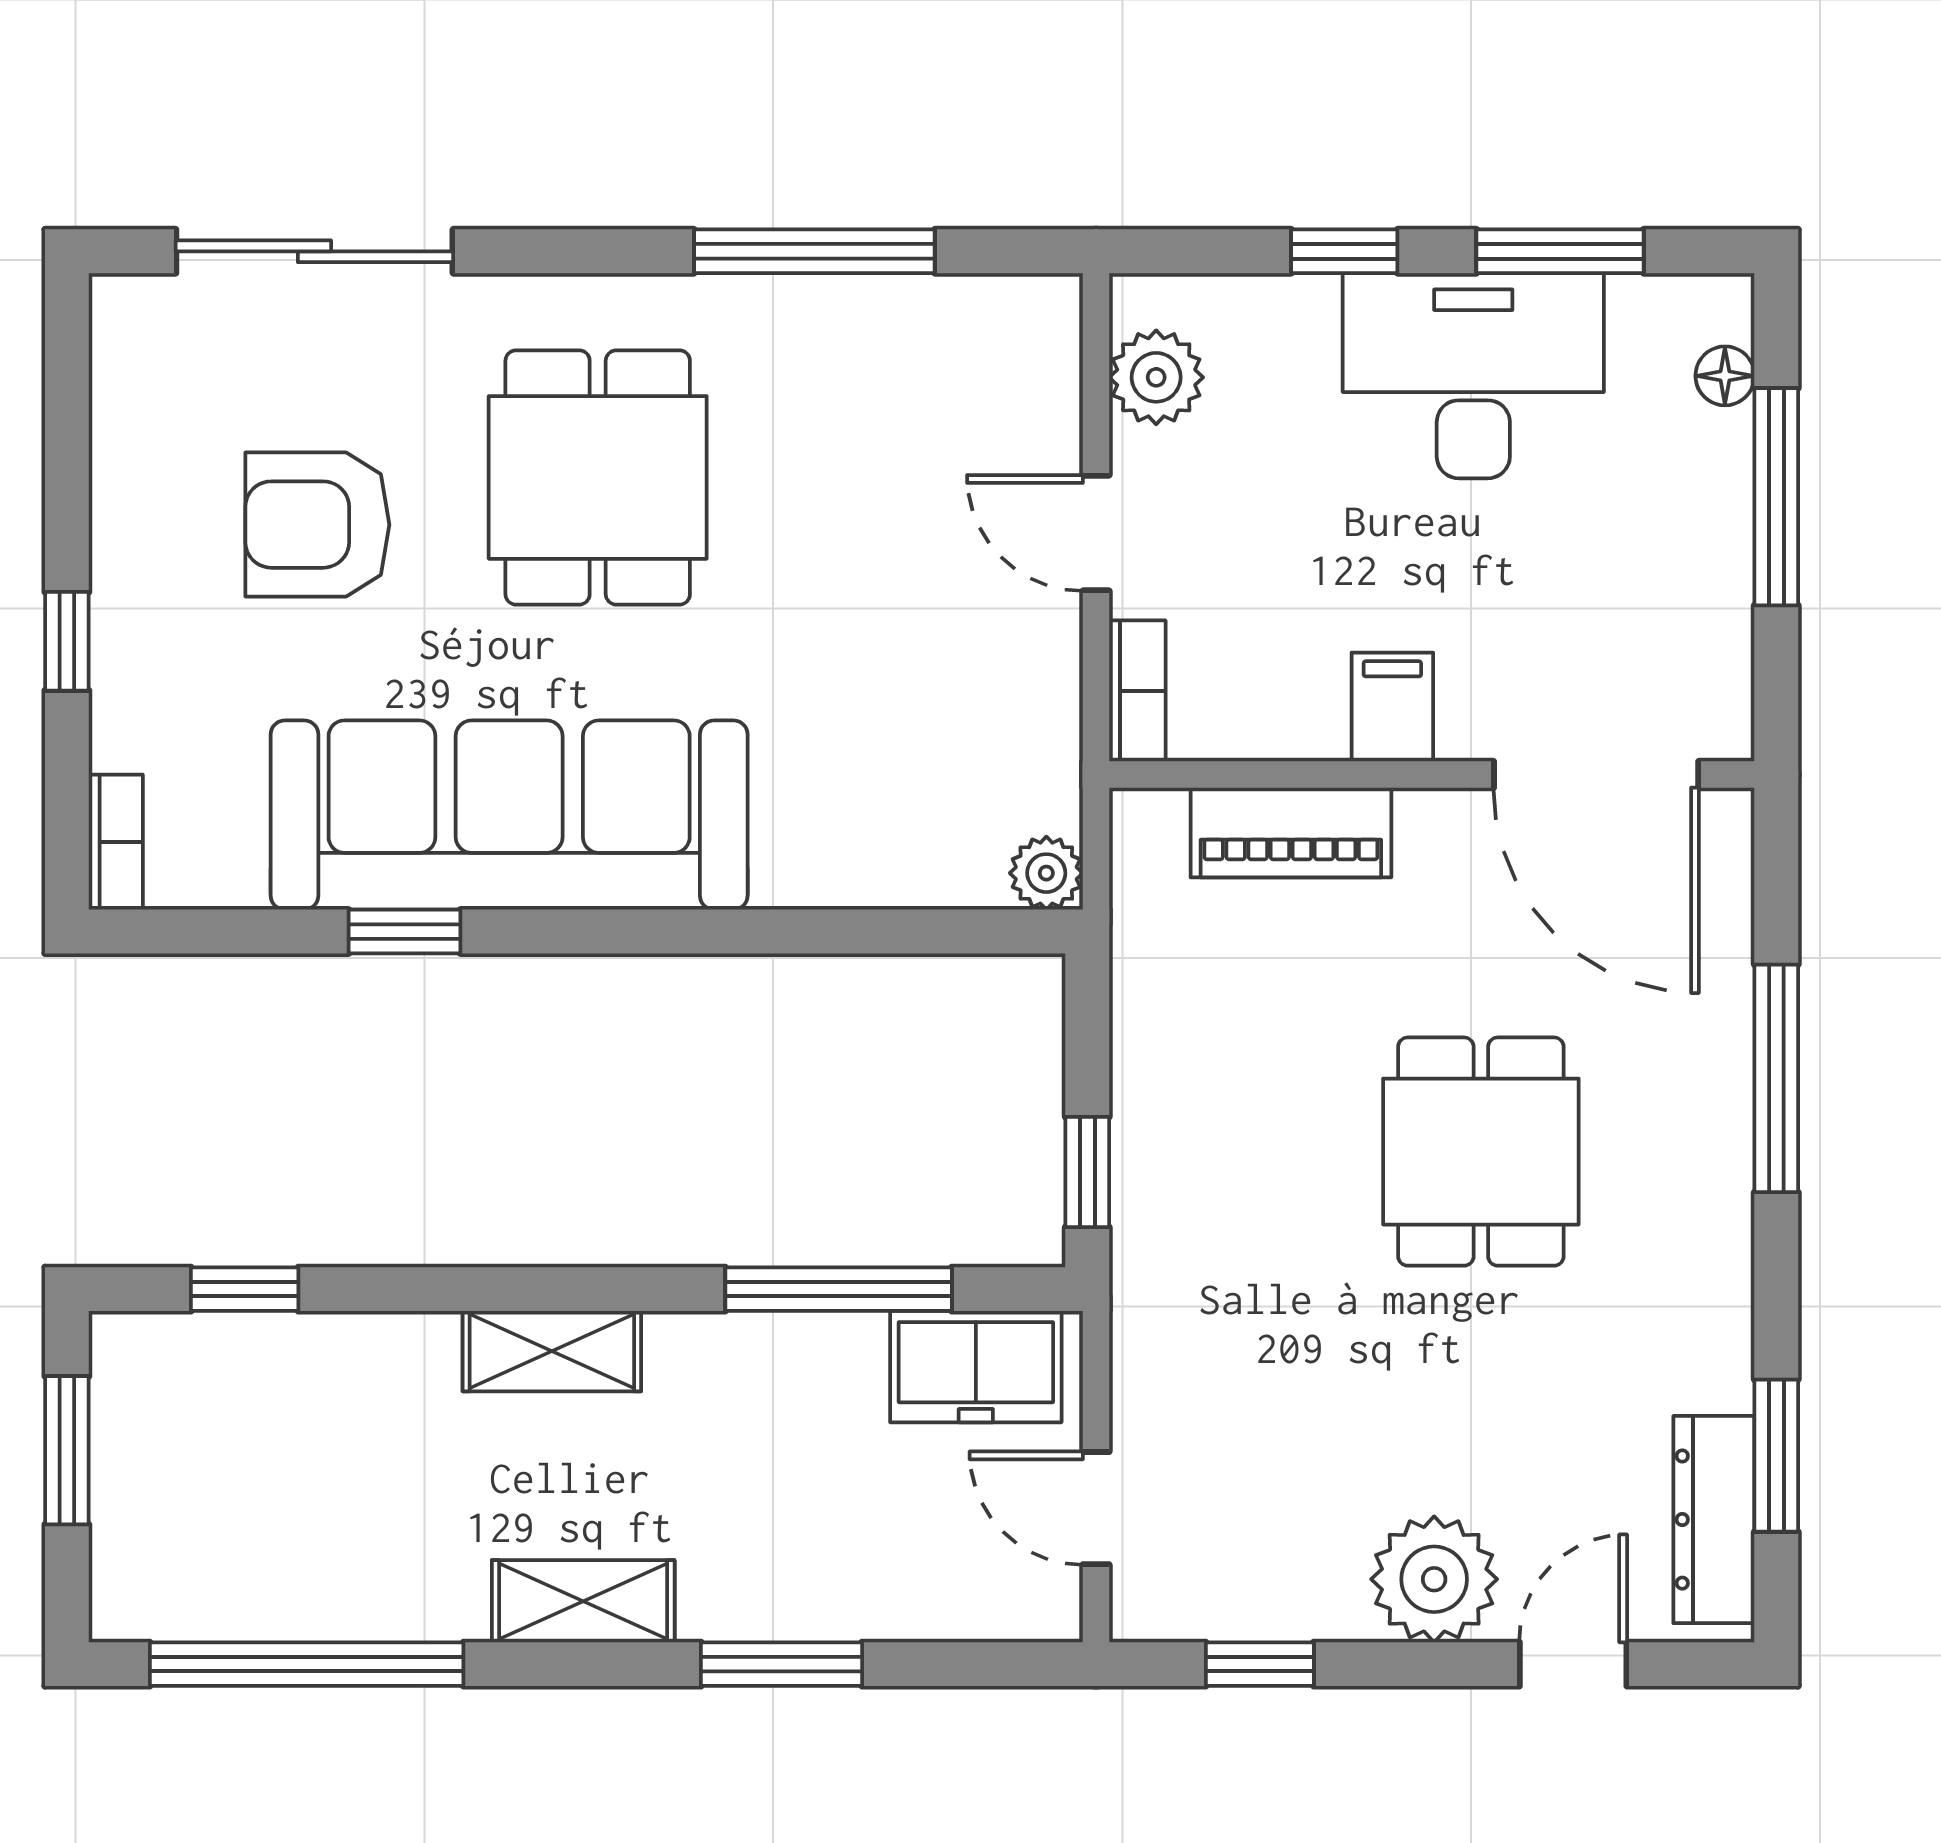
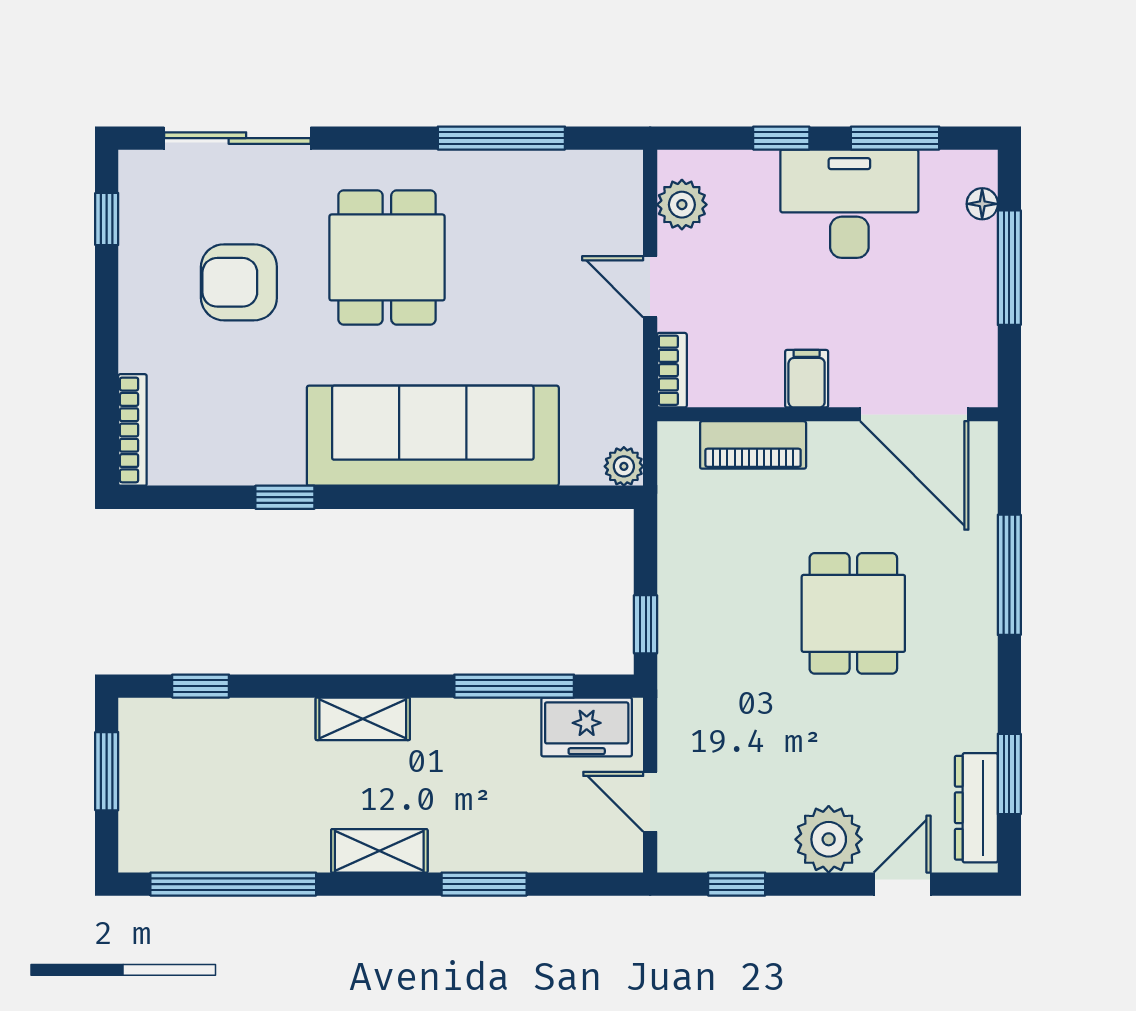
window: (67, 641) -> (107, 219), moved
sofa: (509, 815) -> (433, 436), moved
bookcase: (116, 842) -> (132, 430), width x1.56

